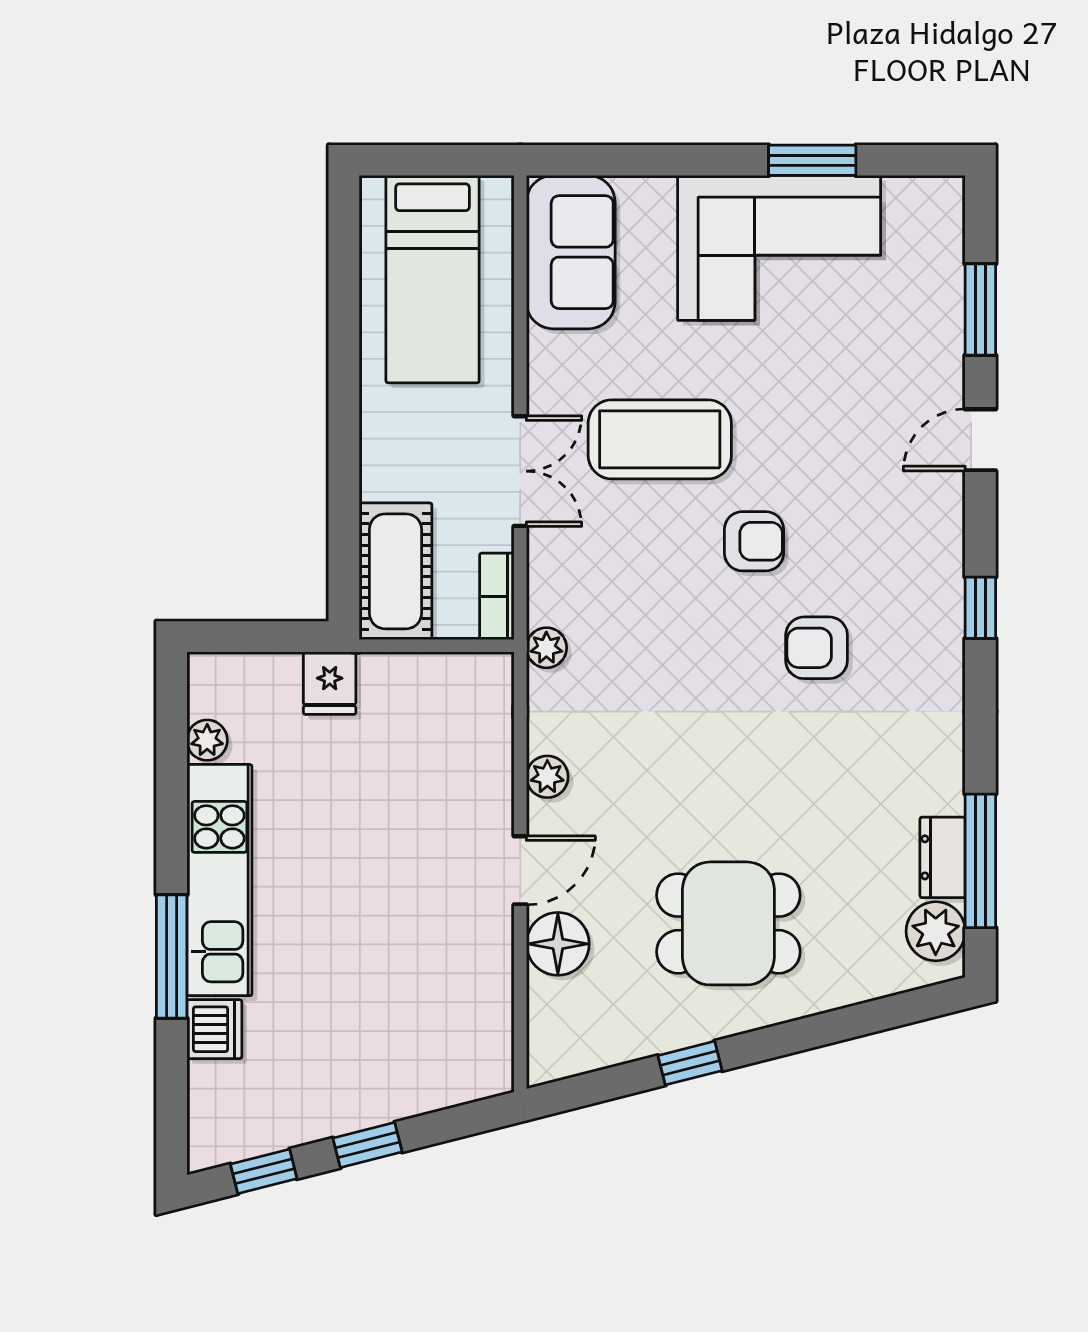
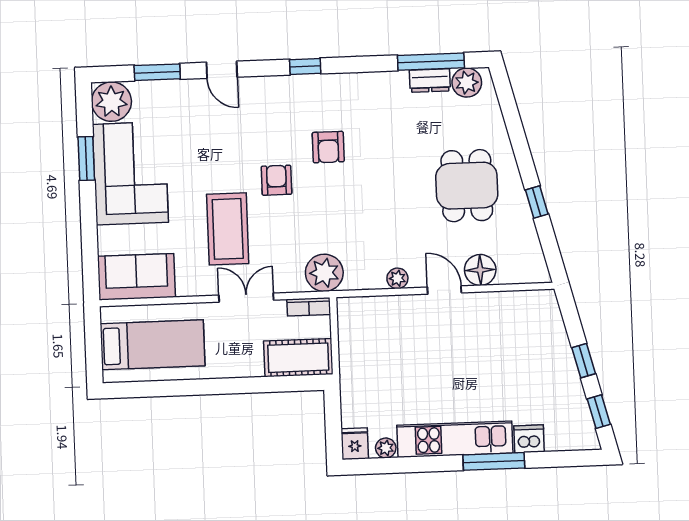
plant: (925, 215) -> (111, 102), added
plant: (546, 648) -> (324, 273), width x1.88, depth x1.88
fridge: (330, 683) -> (355, 444), moved, turned -90

